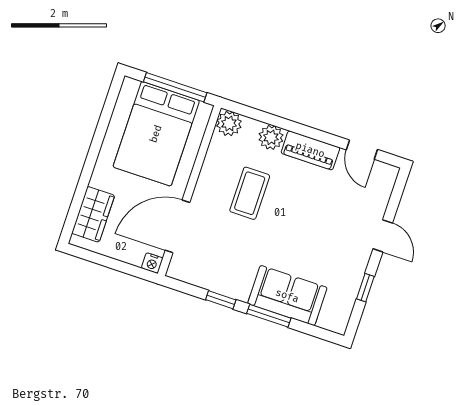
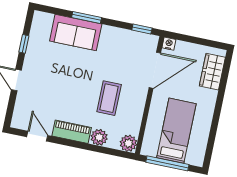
bed: (156, 134) -> (176, 131), width x0.67
window: (221, 300) -> (142, 29), moved

